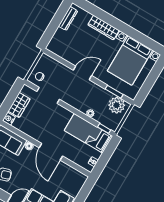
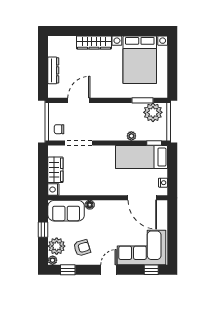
dresser: (68, 18) -> (53, 70), moved
door: (82, 73) -> (79, 100), moved
door: (51, 152) -> (142, 198), moved

